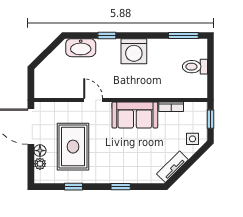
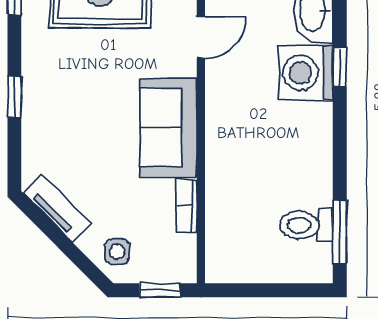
washing machine: (134, 51) -> (306, 73), moved
toilet: (195, 67) -> (306, 225), moved, turned -90

